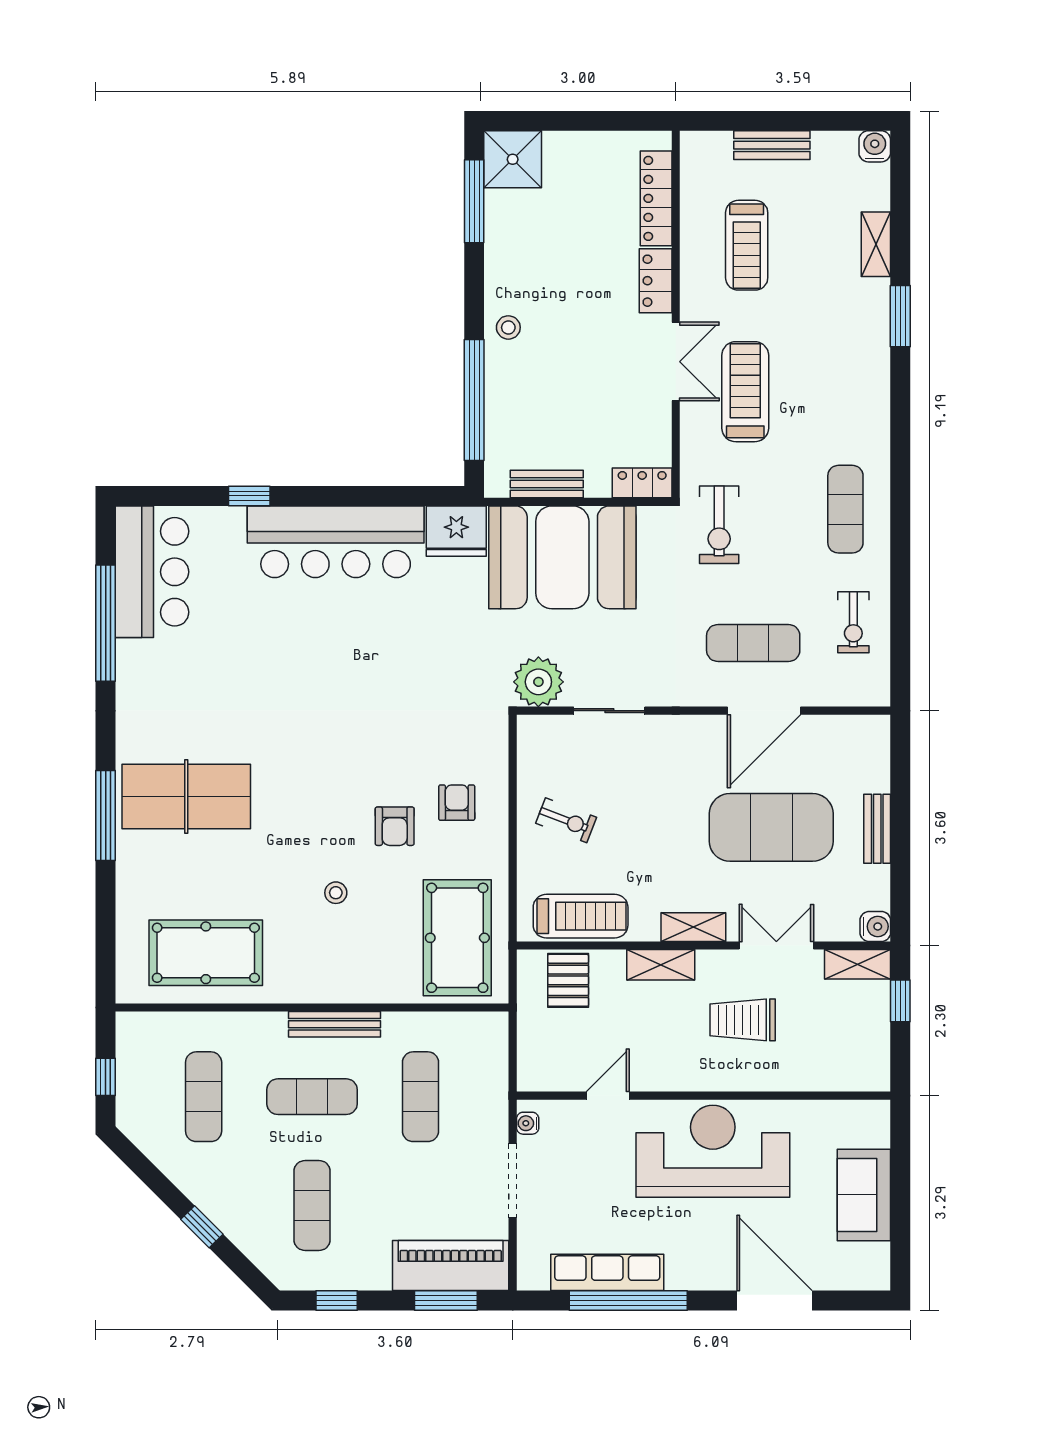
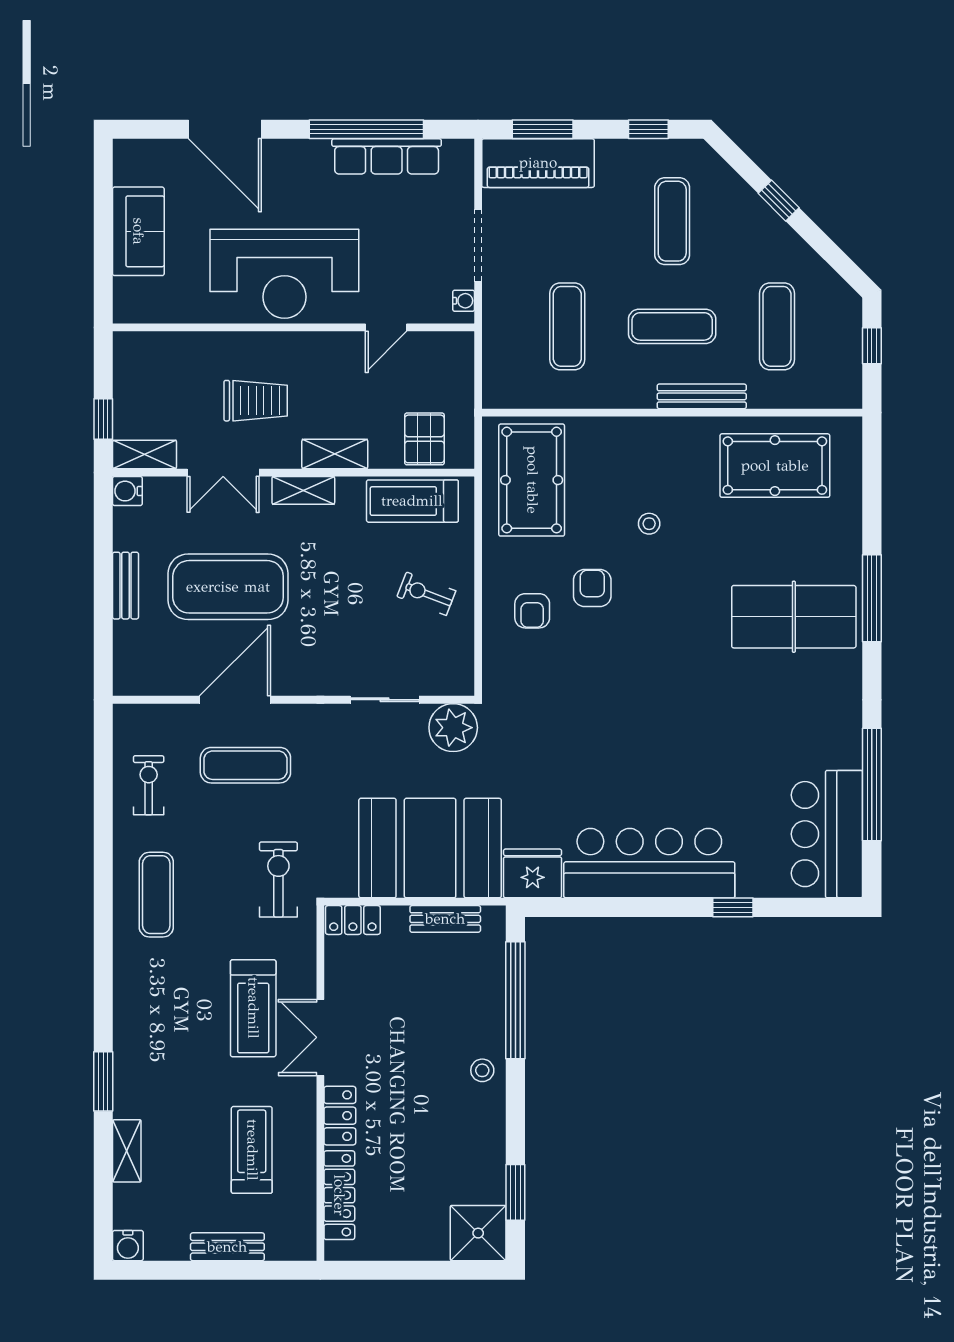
window: (474, 201) -> (515, 1192), width x0.69
bench: (335, 1024) -> (702, 396), moved

